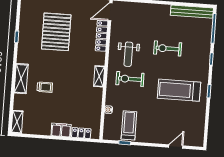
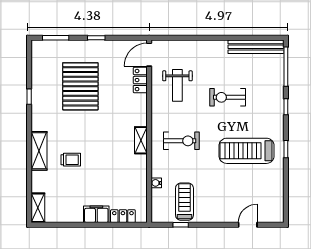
locker: (102, 36) -> (140, 80), width x0.66
weight bench: (128, 54) -> (177, 85), moved
exercise bike: (130, 79) -> (181, 141), turned 180

